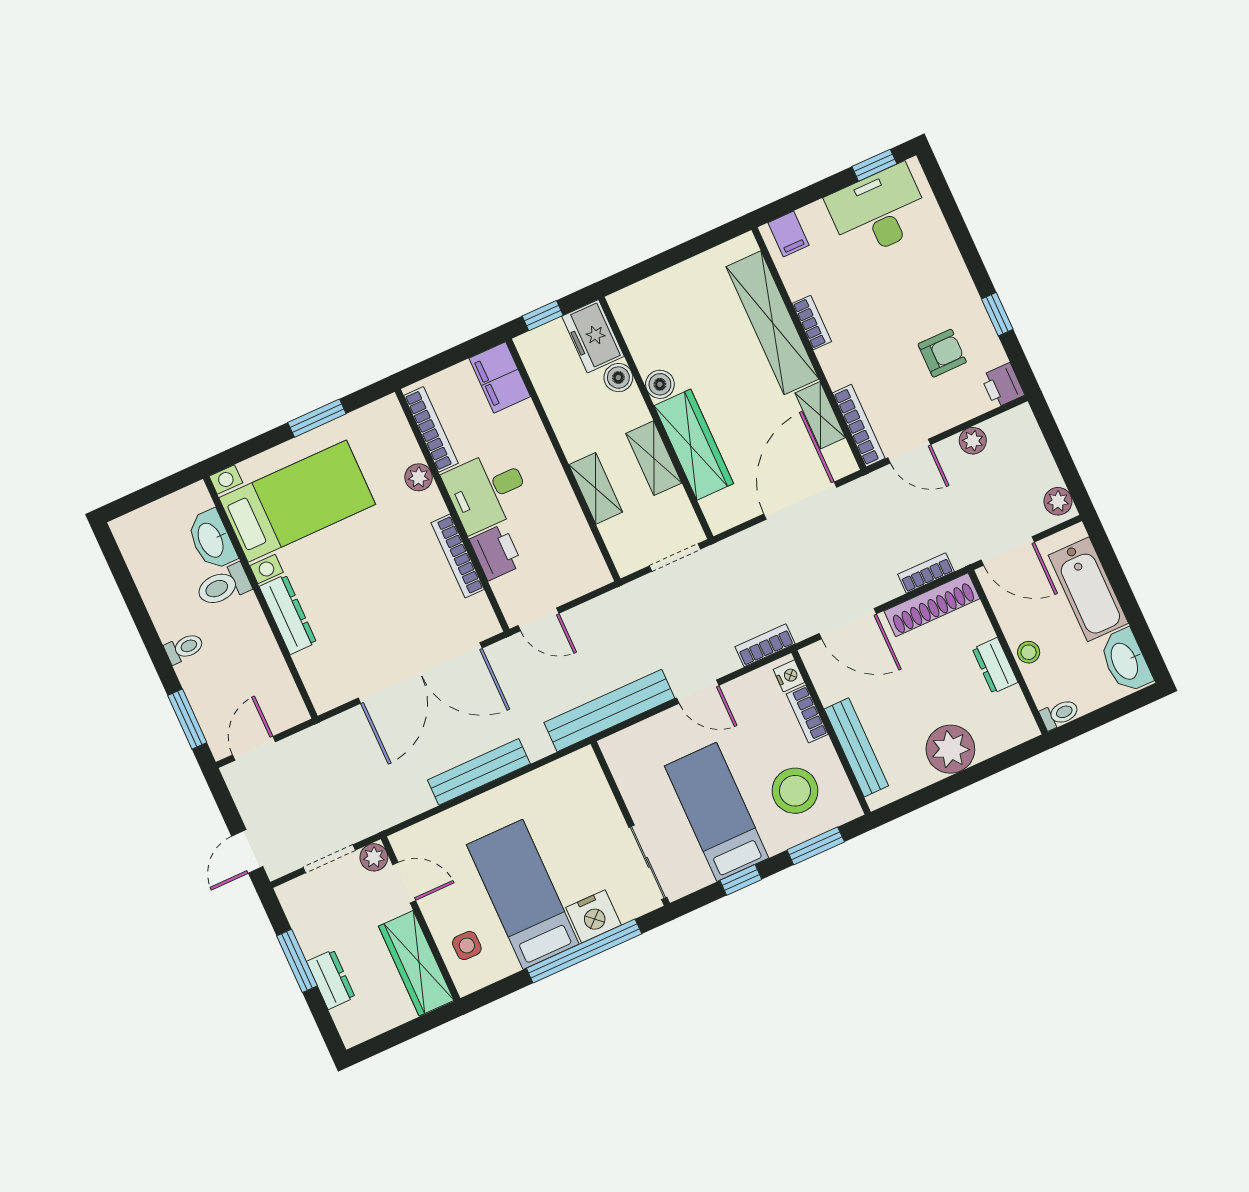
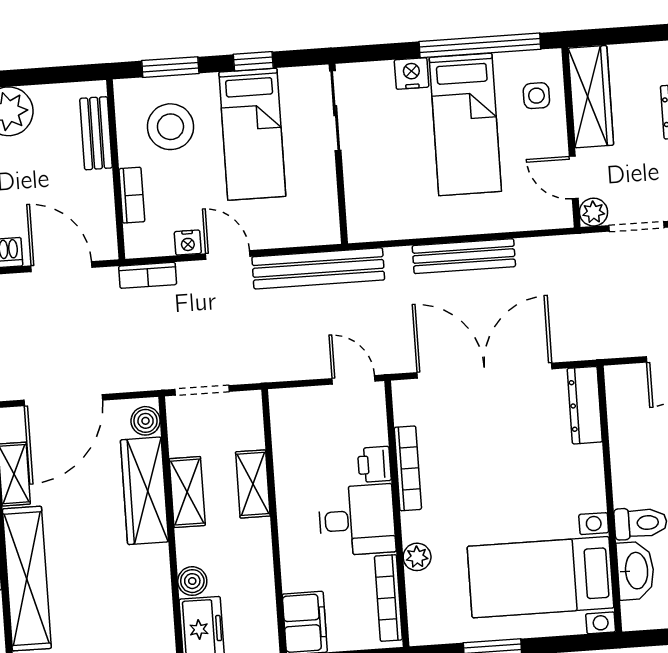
boiler: (660, 384) -> (146, 421), moved
printer: (496, 552) -> (374, 464), width x0.73, depth x0.81
dresser: (288, 615) -> (585, 405), moved
nightstand: (789, 676) -> (188, 243), moved, turned -90
bench: (856, 747) -> (96, 133), width x0.73
nightstand: (593, 916) -> (412, 73), width x0.74, depth x0.75
window: (584, 951) -> (480, 45), moved

